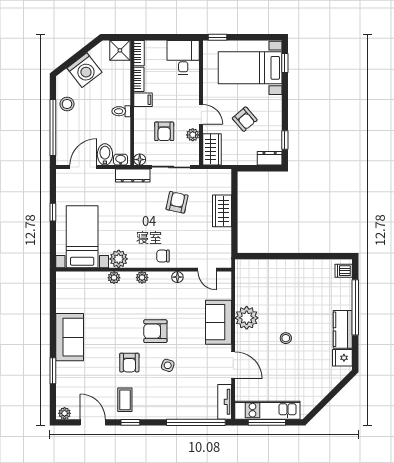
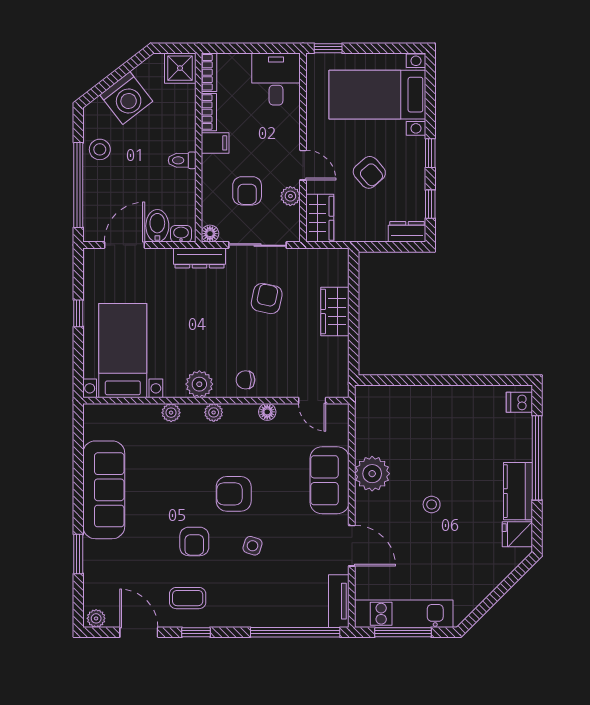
window: (285, 63) -> (430, 153), moved
plant: (119, 259) -> (199, 384), moved
sofa: (70, 337) -> (104, 490), width x1.36
coffee table: (125, 400) -> (188, 598), turned 90

